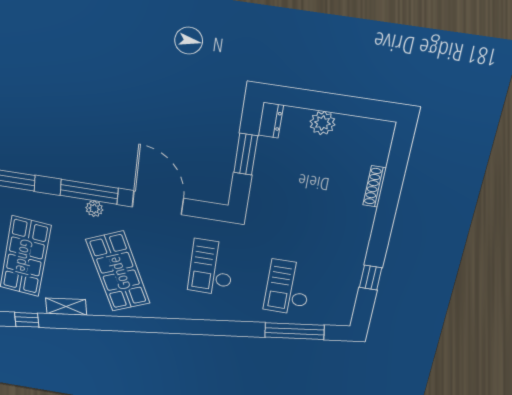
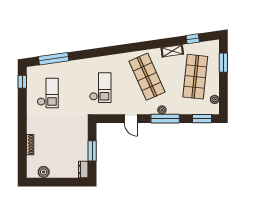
plant: (322, 123) -> (44, 172), moved
door: (158, 203) -> (131, 119), width x0.53
window: (371, 277) -> (22, 82), moved
checkout: (288, 287) -> (48, 93), moved

